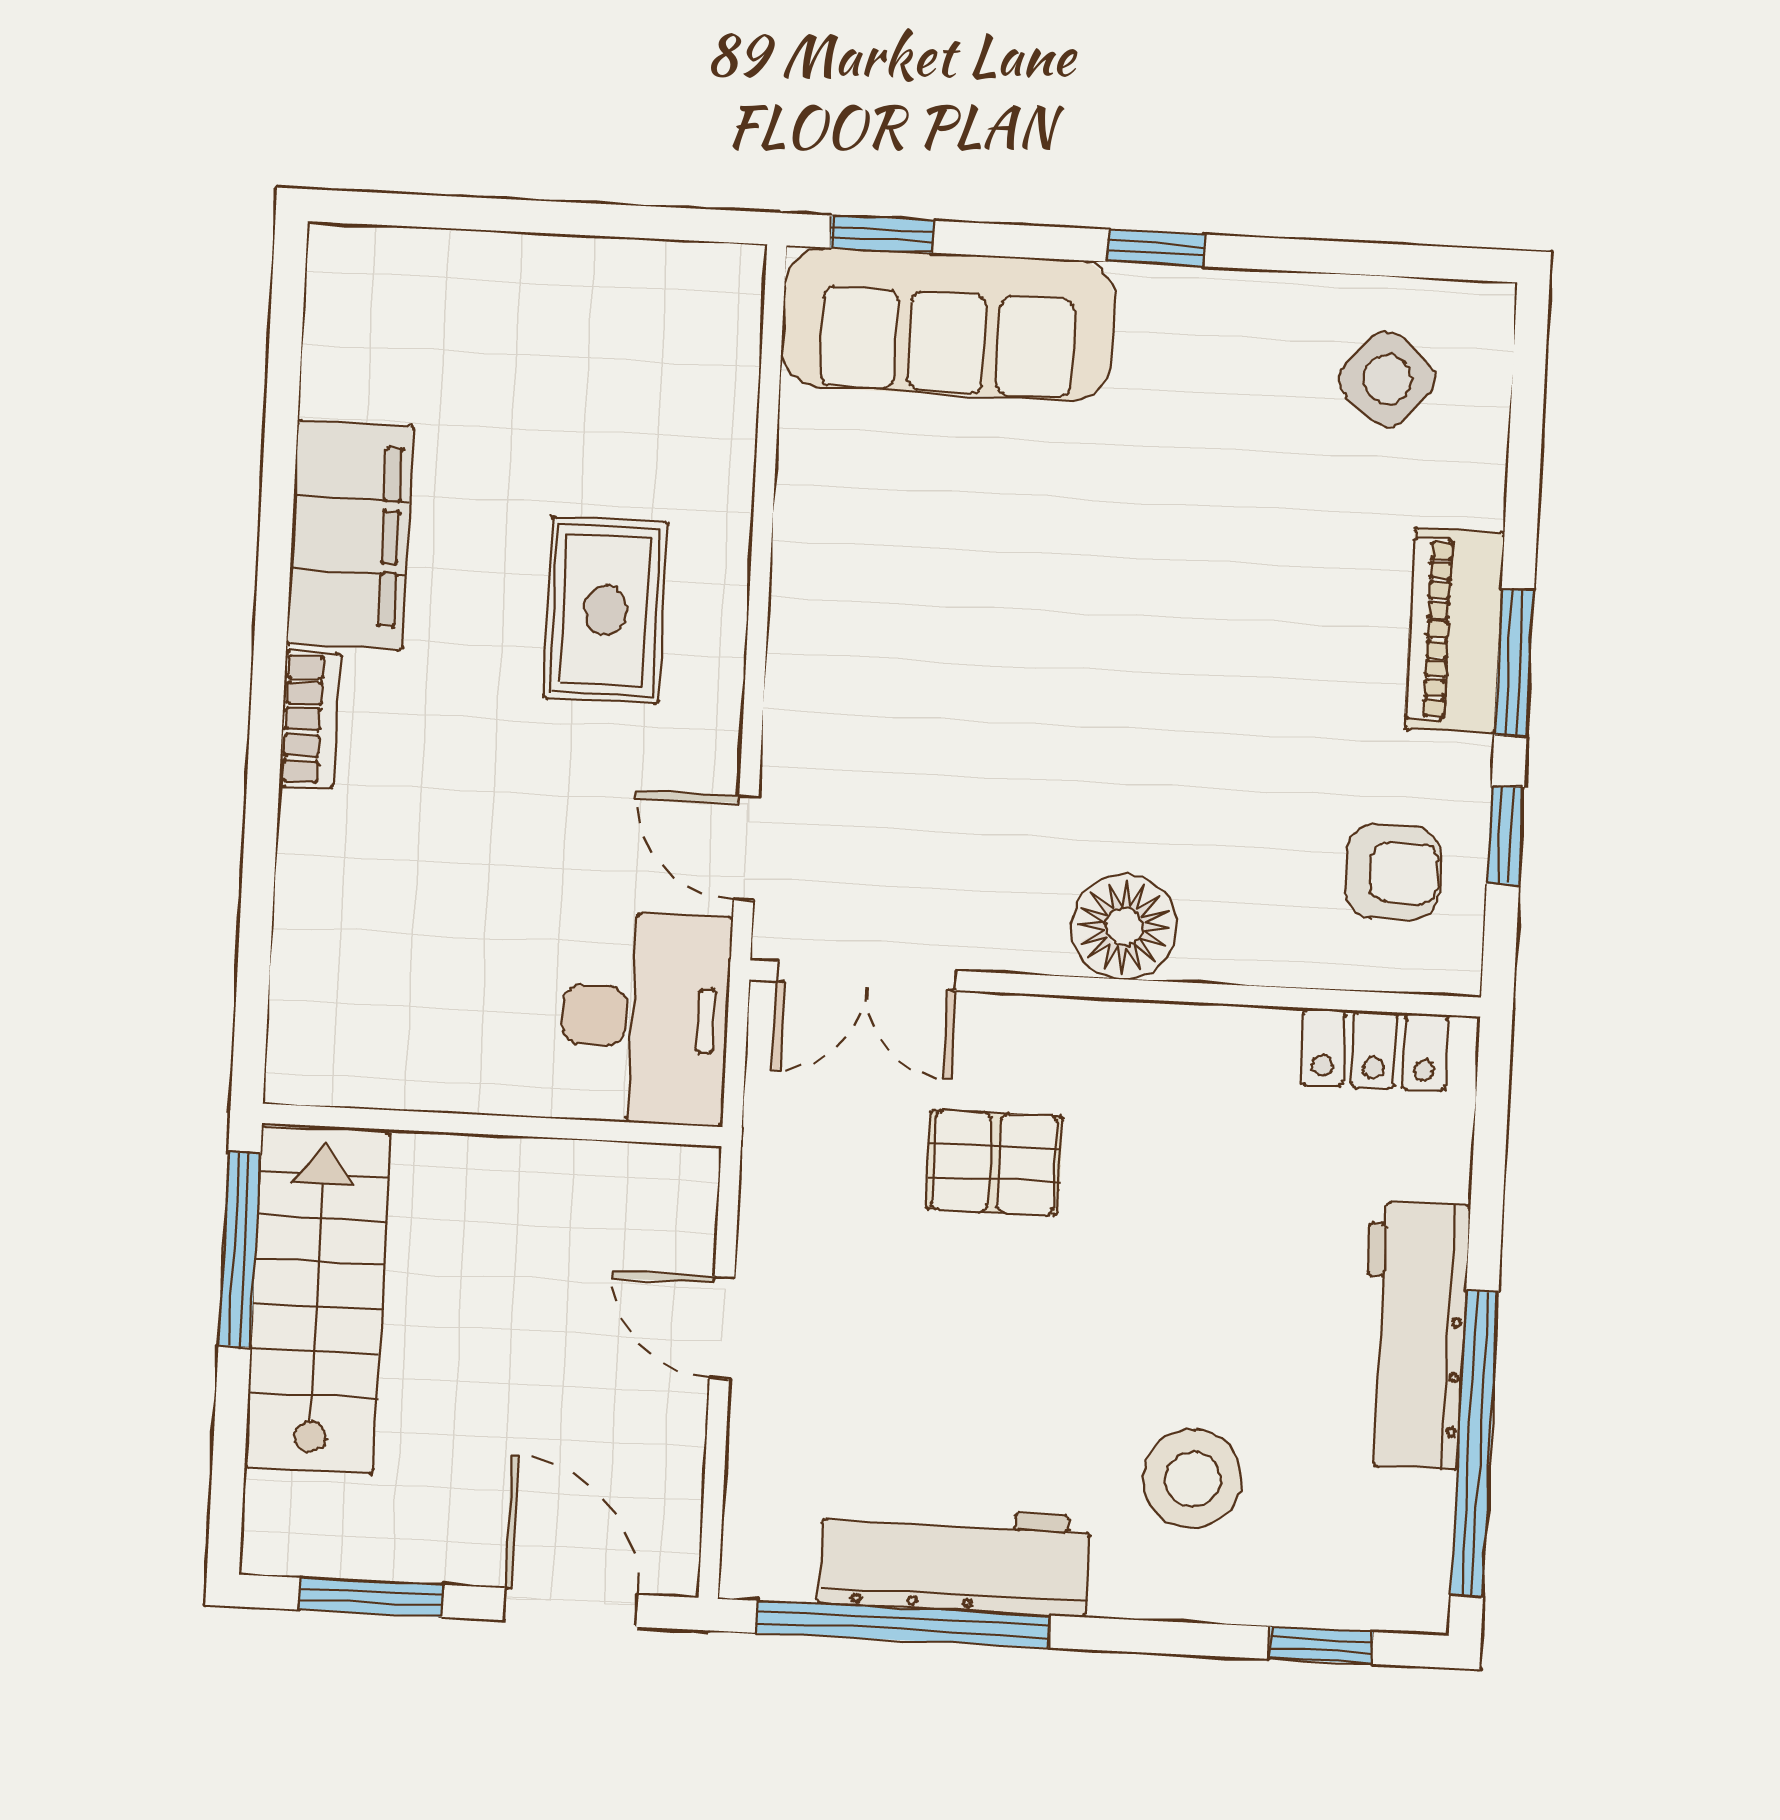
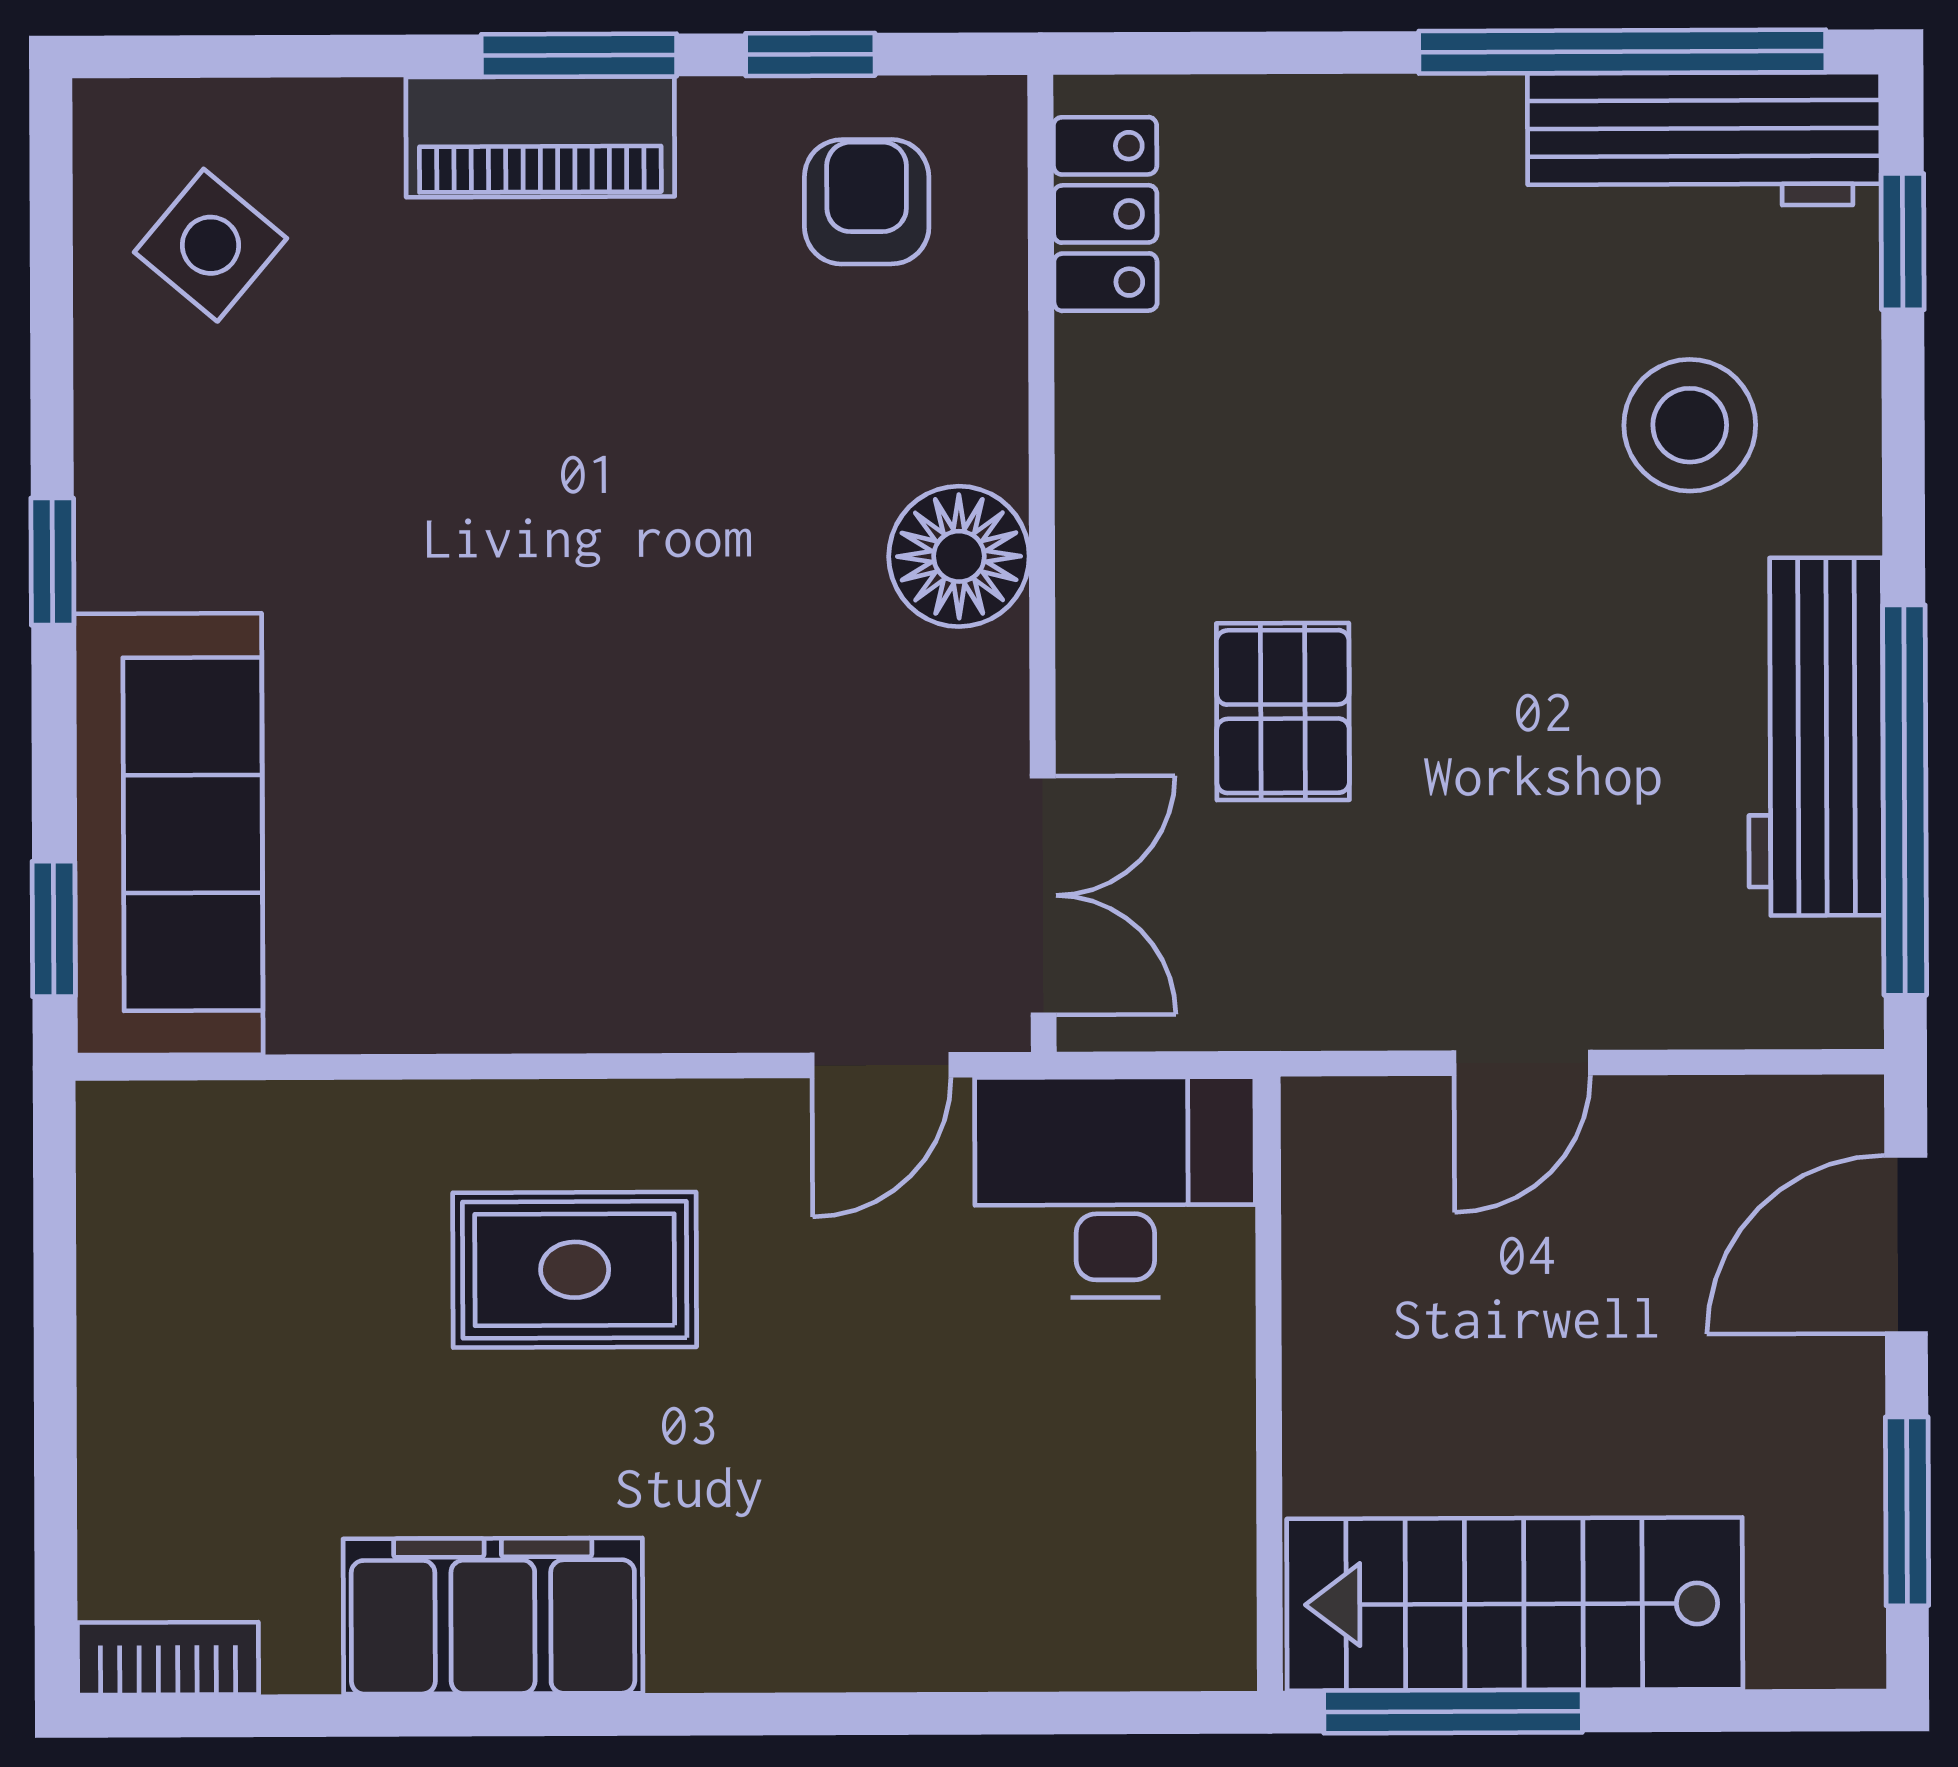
bookcase: (309, 719) -> (168, 1659), moved
workbench: (1414, 1336) -> (1704, 139), moved

